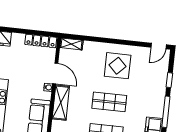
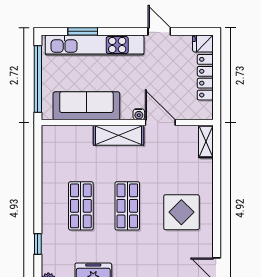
locker: (41, 41) -> (205, 77), moved
door: (55, 73) -> (160, 123), swing flipped

